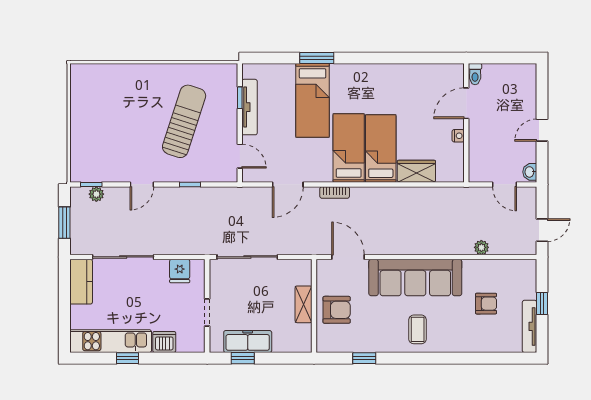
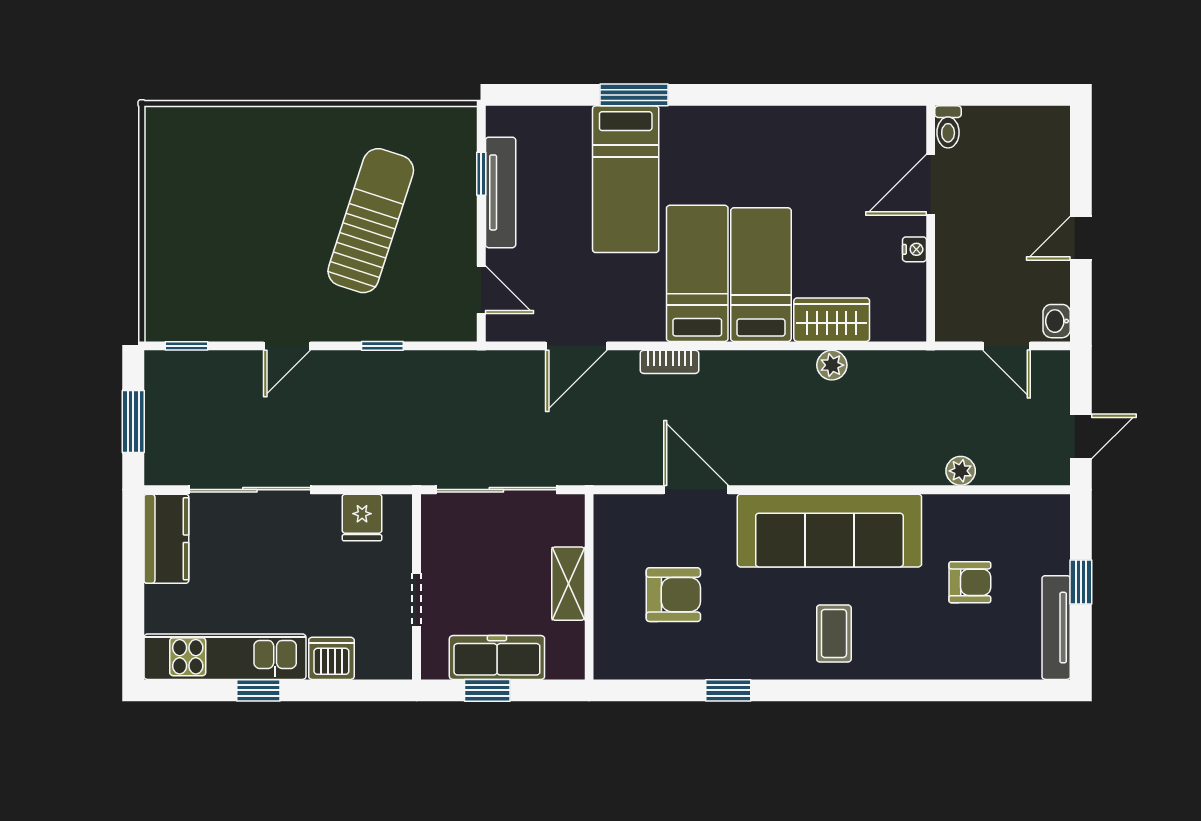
plant: (96, 194) -> (832, 365), moved
shelving: (304, 304) -> (568, 584), moved
wall: (314, 306) -> (589, 587), moved

